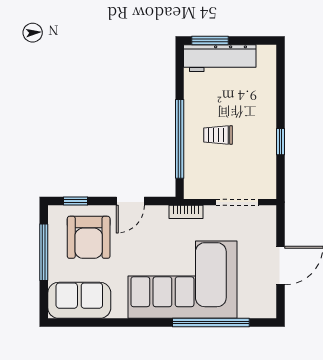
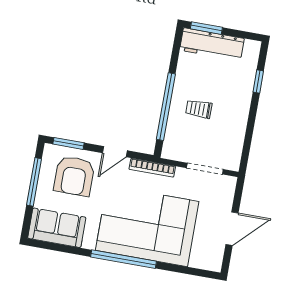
window: (280, 142) -> (258, 81), moved
window: (76, 201) -> (69, 143), width x1.50
bookcase: (186, 212) -> (152, 168), width x1.56
window: (211, 323) -> (124, 259), moved

